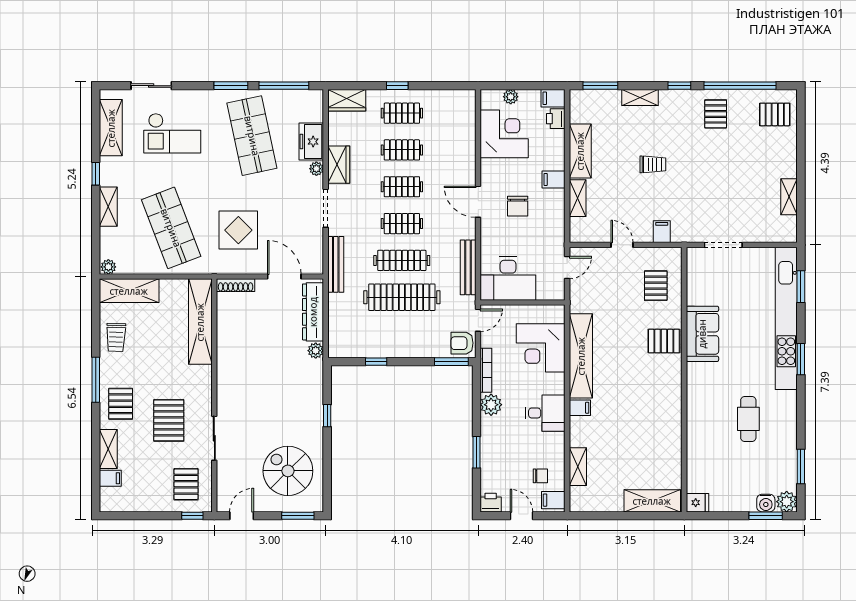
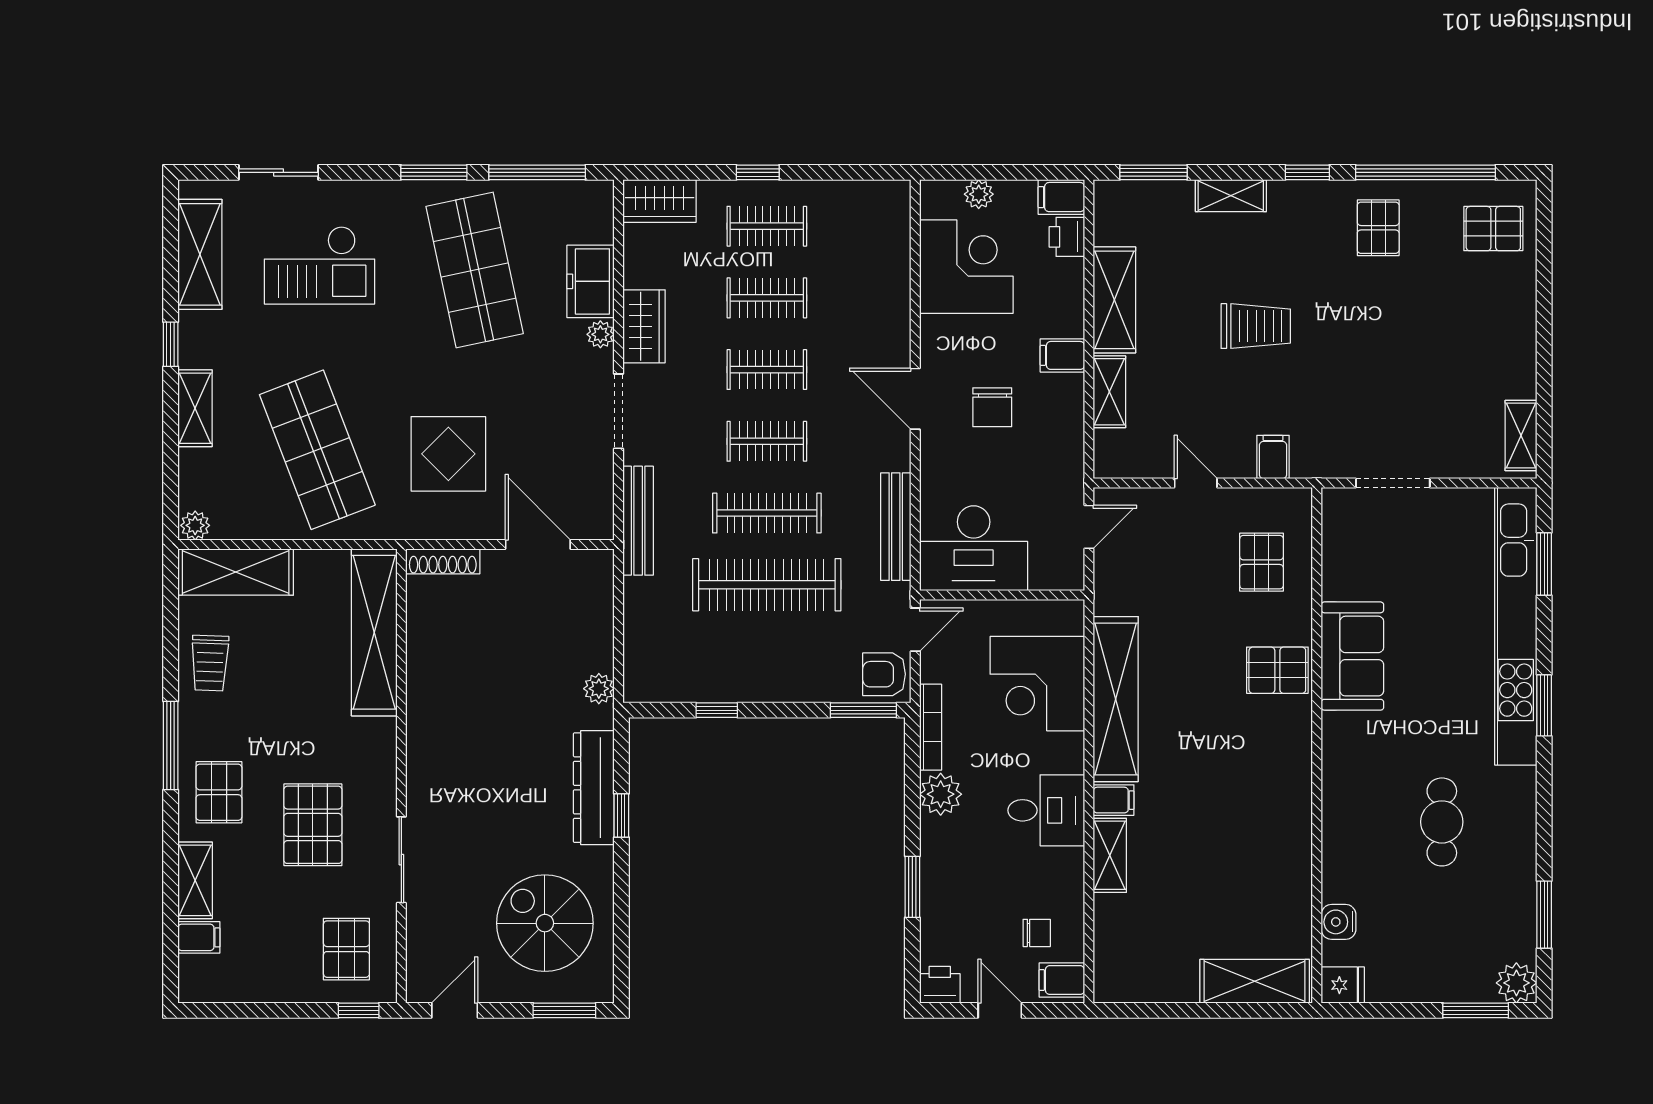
trolley: (653, 164) -> (1256, 326), width x1.36, depth x1.39
shelving: (789, 197) -> (1521, 436), moved
dresser: (313, 312) -> (594, 788), moved
shelving: (578, 467) -> (1110, 855), moved
water cooler: (766, 503) -> (1339, 922), moved, turned 90

